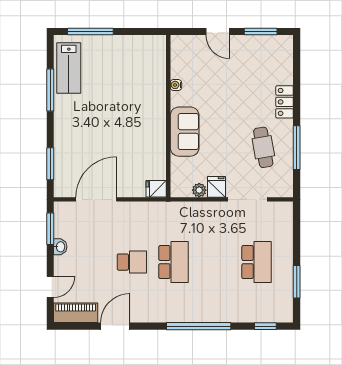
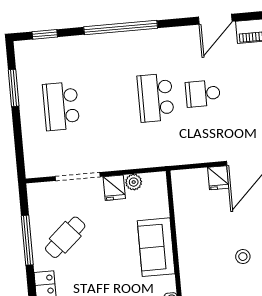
stool: (110, 117) -> (243, 257), added
cafe table: (263, 147) -> (65, 237), turned 58
fridge: (156, 189) -> (218, 178), moved, turned 90

